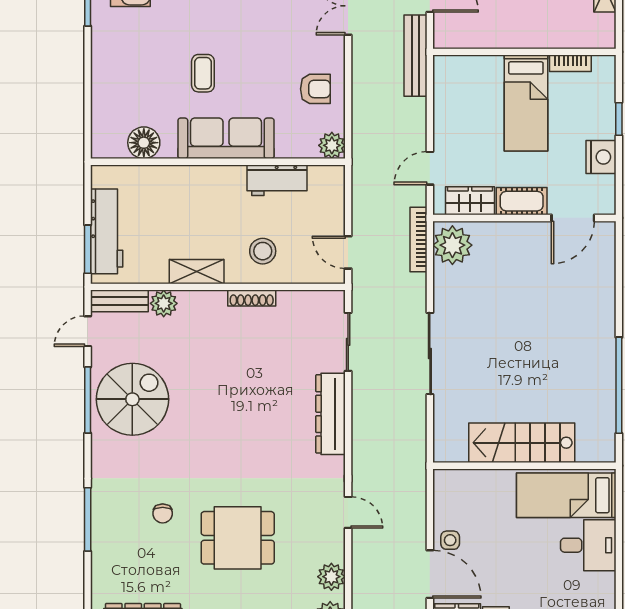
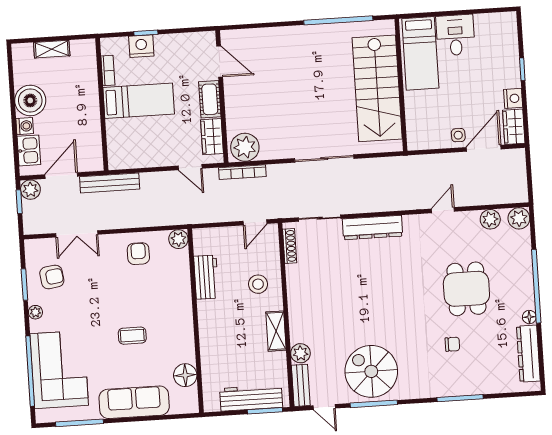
sofa: (226, 138) -> (134, 402), moved, turned 90
nightstand: (601, 157) -> (141, 46), moved
shoe rack: (252, 298) -> (290, 246), moved
stairs: (522, 443) -> (377, 88), width x1.36, depth x1.51

